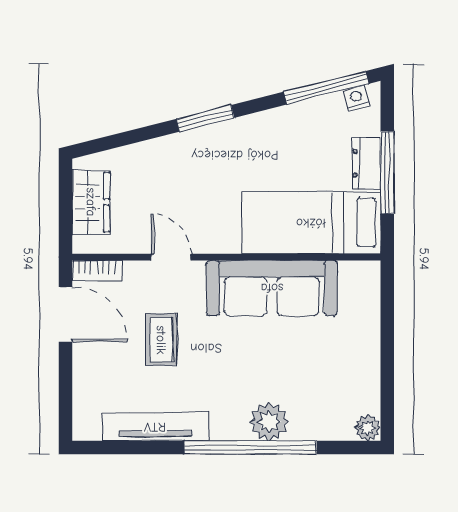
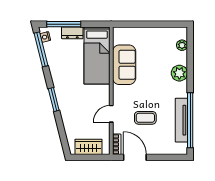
window: (387, 173) -> (64, 24), moved
sofa: (272, 288) -> (124, 65), width x0.73
door: (66, 314) -> (135, 157), hinge flipped
plant: (368, 428) -> (182, 45), moved
window: (250, 448) -> (190, 120), moved

